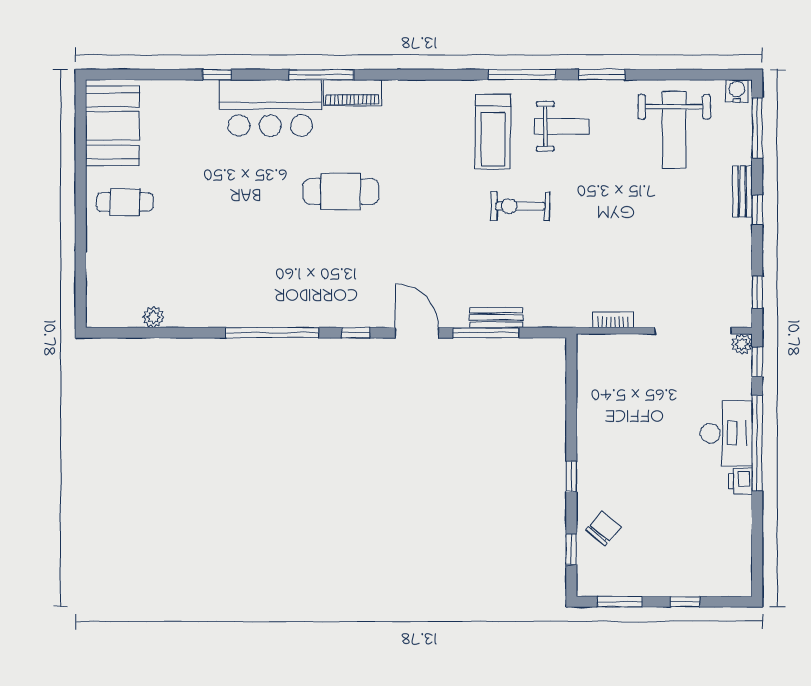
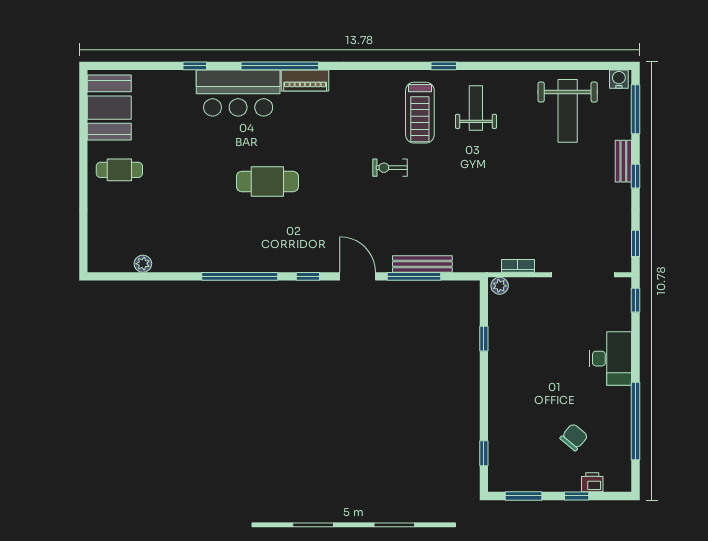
window: (321, 75) -> (280, 66), width x1.46
window: (522, 75) -> (444, 66), width x0.46
window: (602, 75) -> (509, 66), removed
weight bench: (562, 126) -> (476, 108), turned -90
cafe table: (341, 192) -> (267, 181), moved
exercise bike: (520, 206) -> (390, 168), moved, width x0.73, depth x0.72
bench: (496, 318) -> (422, 264), width x1.36
plant: (742, 344) -> (500, 286), moved
window: (757, 443) -> (635, 421), moved
window: (571, 477) -> (484, 339), moved
printer: (740, 481) -> (592, 482), moved, turned 90
chair: (604, 528) -> (574, 437), moved

